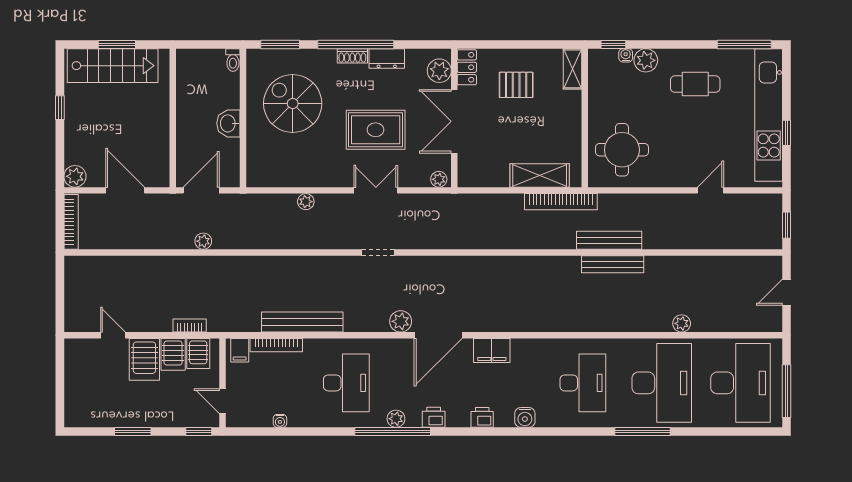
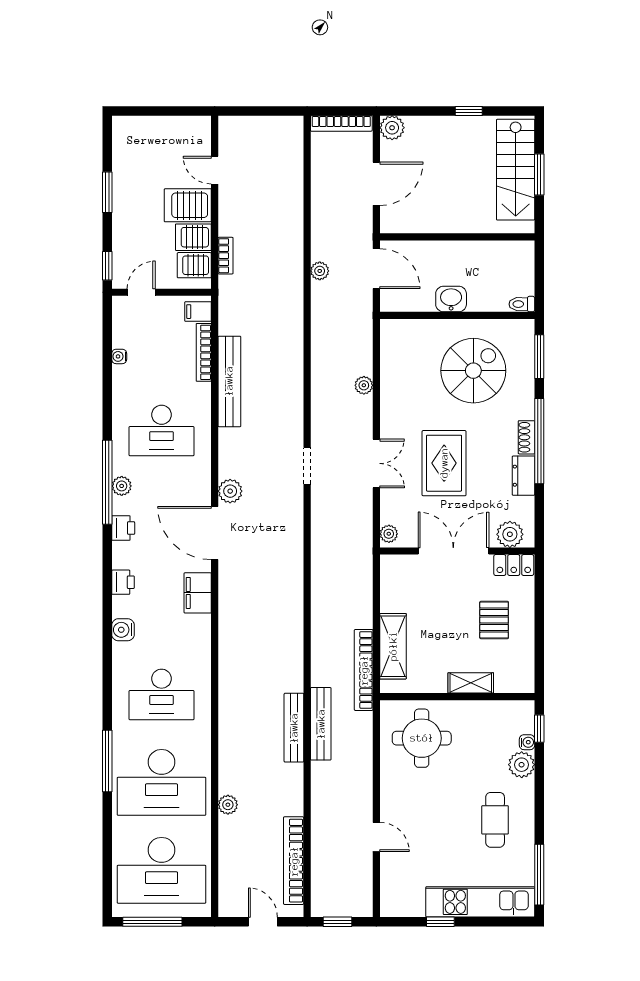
shelving: (572, 69) -> (471, 683), moved
kitchen unit: (769, 115) -> (480, 902), width x0.73
bookcase: (732, 265) -> (294, 861), added
door: (113, 335) -> (215, 170), swing flipped

